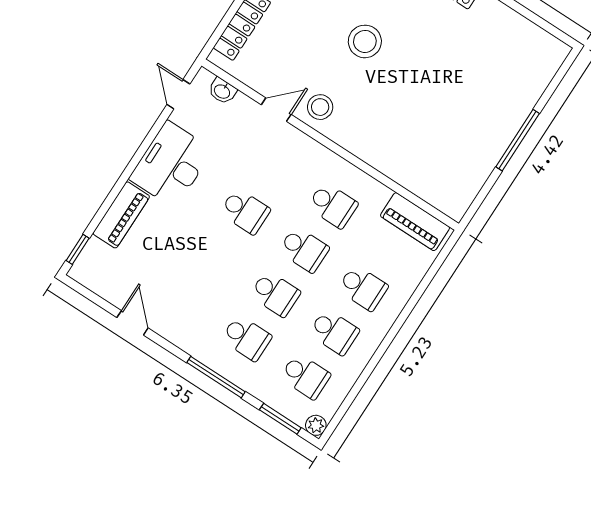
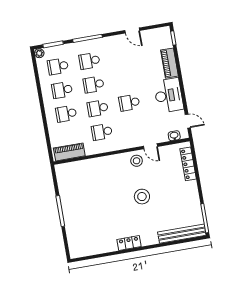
door: (276, 110) -> (150, 146), hinge flipped

